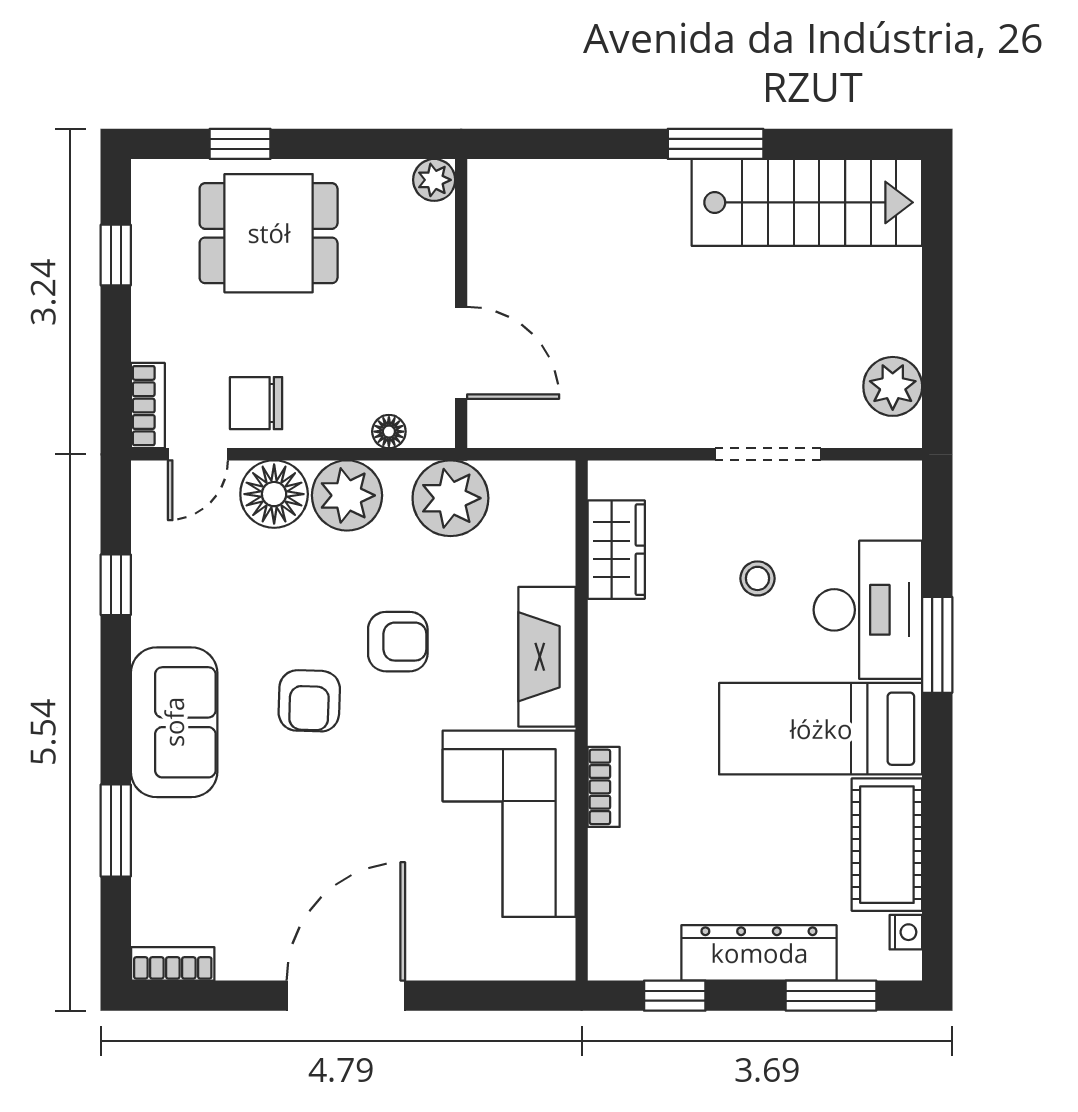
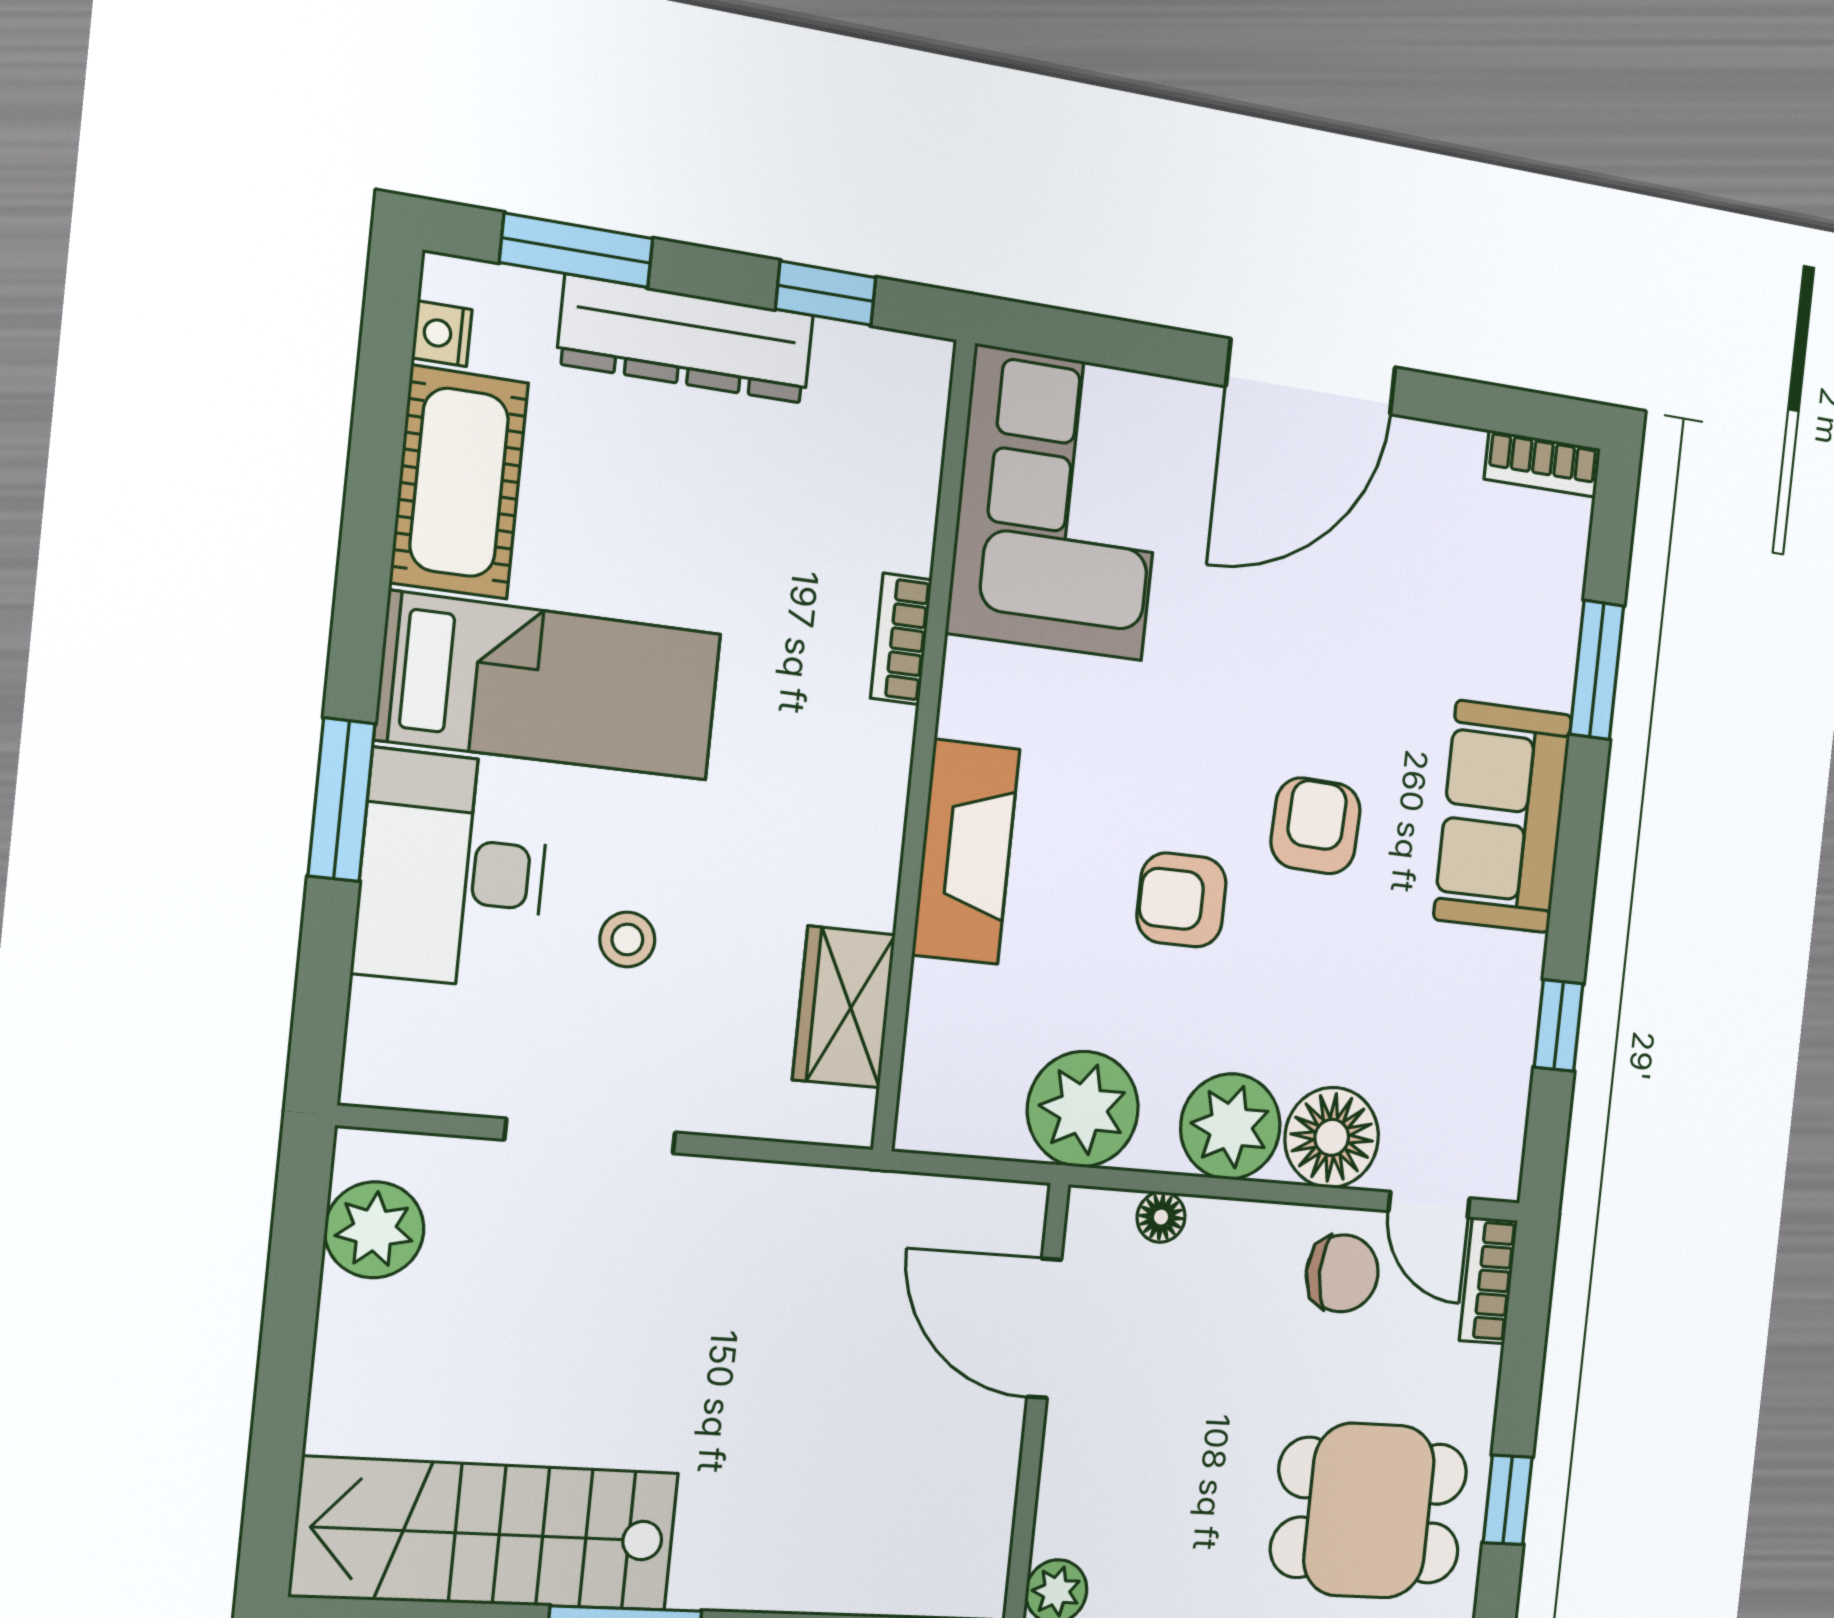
dining table: (269, 233) -> (1369, 1511), moved
door: (198, 454) -> (1429, 1205), swing flipped
corner sofa: (509, 824) -> (1059, 503), moved

